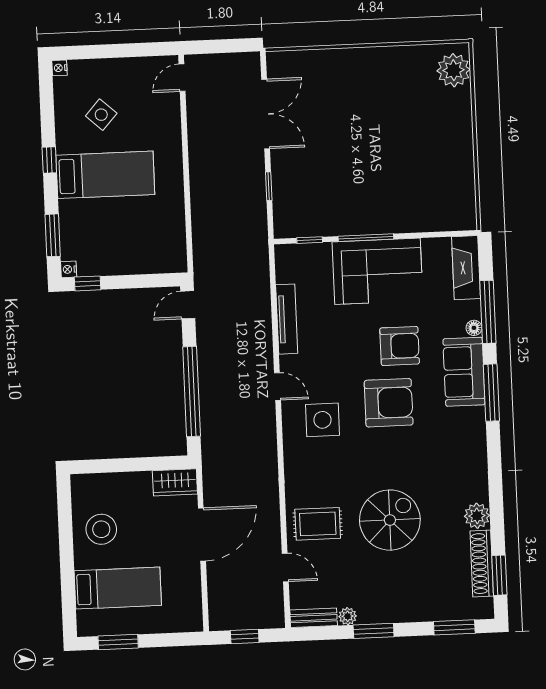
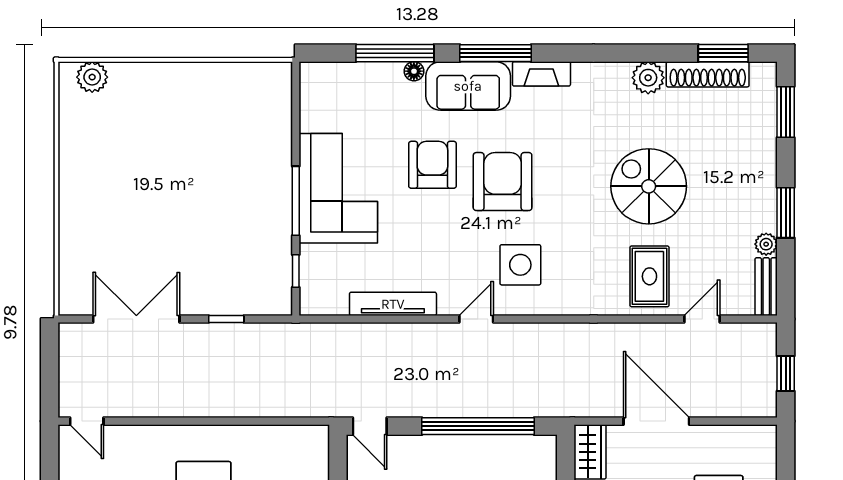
plant: (454, 70) -> (92, 77), width x0.73, depth x0.73
fireplace: (466, 268) -> (541, 74), moved, width x0.73, depth x0.76

